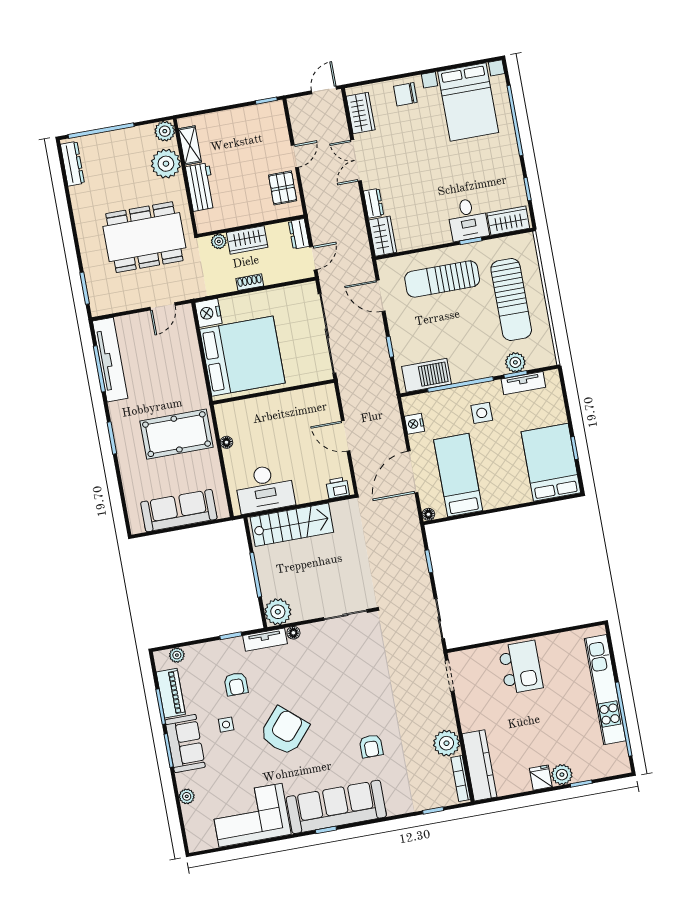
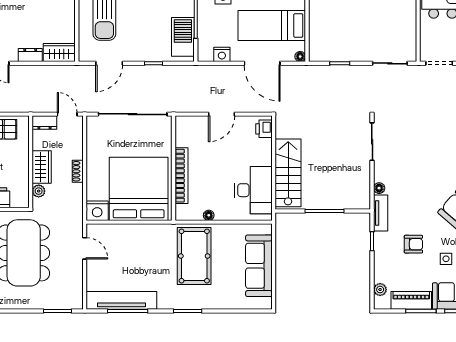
bookcase: (266, 403) -> (182, 176), added
plant: (278, 612) -> (359, 198), removed

